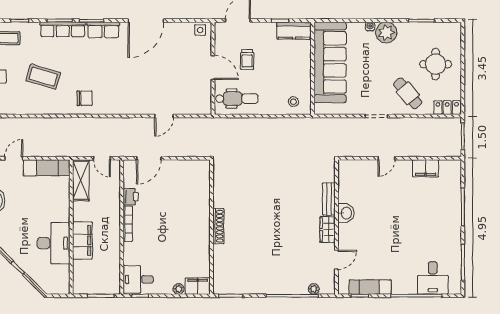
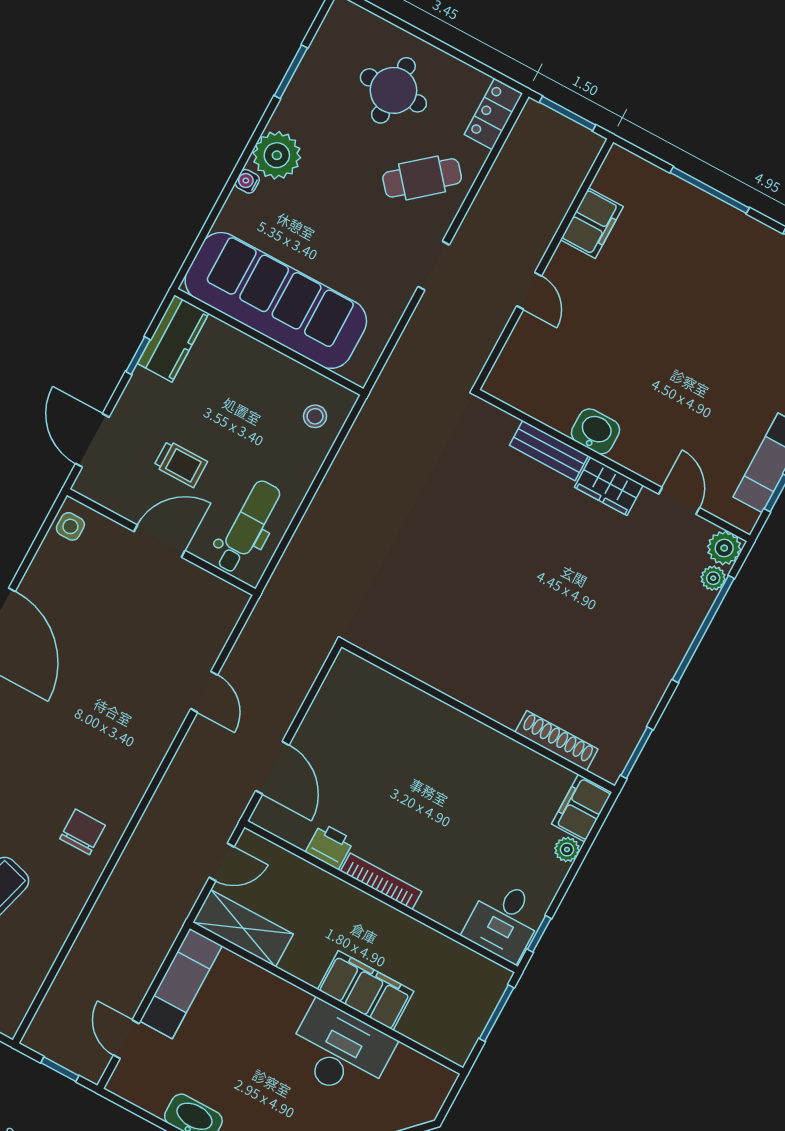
shoe rack: (218, 226) -> (557, 741), moved
plant: (328, 287) -> (724, 548), added

